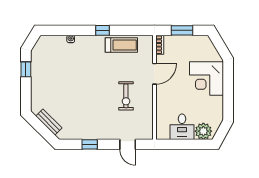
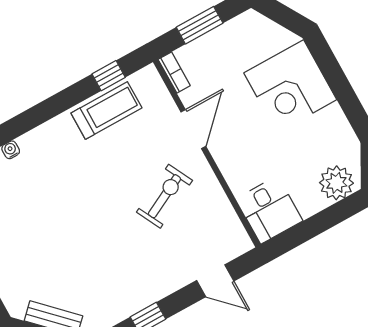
window: (103, 30) -> (109, 76), moved
exercise bike: (126, 96) -> (164, 196), turned -117
desk: (182, 127) -> (269, 210), moved

